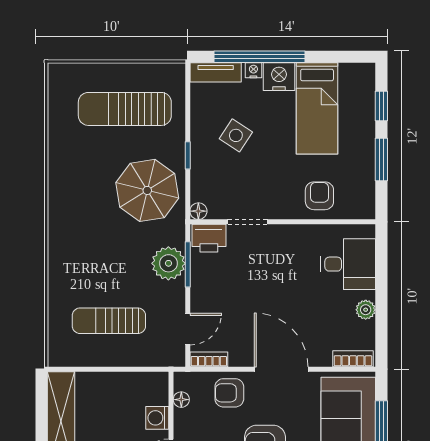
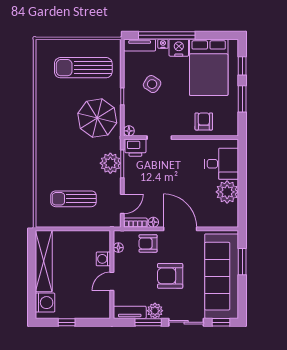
bed: (317, 108) -> (209, 67), width x1.50
plant: (366, 310) -> (227, 192), width x1.87, depth x1.87
floor lamp: (238, 359) -> (153, 222), added
bookcase: (353, 359) -> (225, 222), removed

